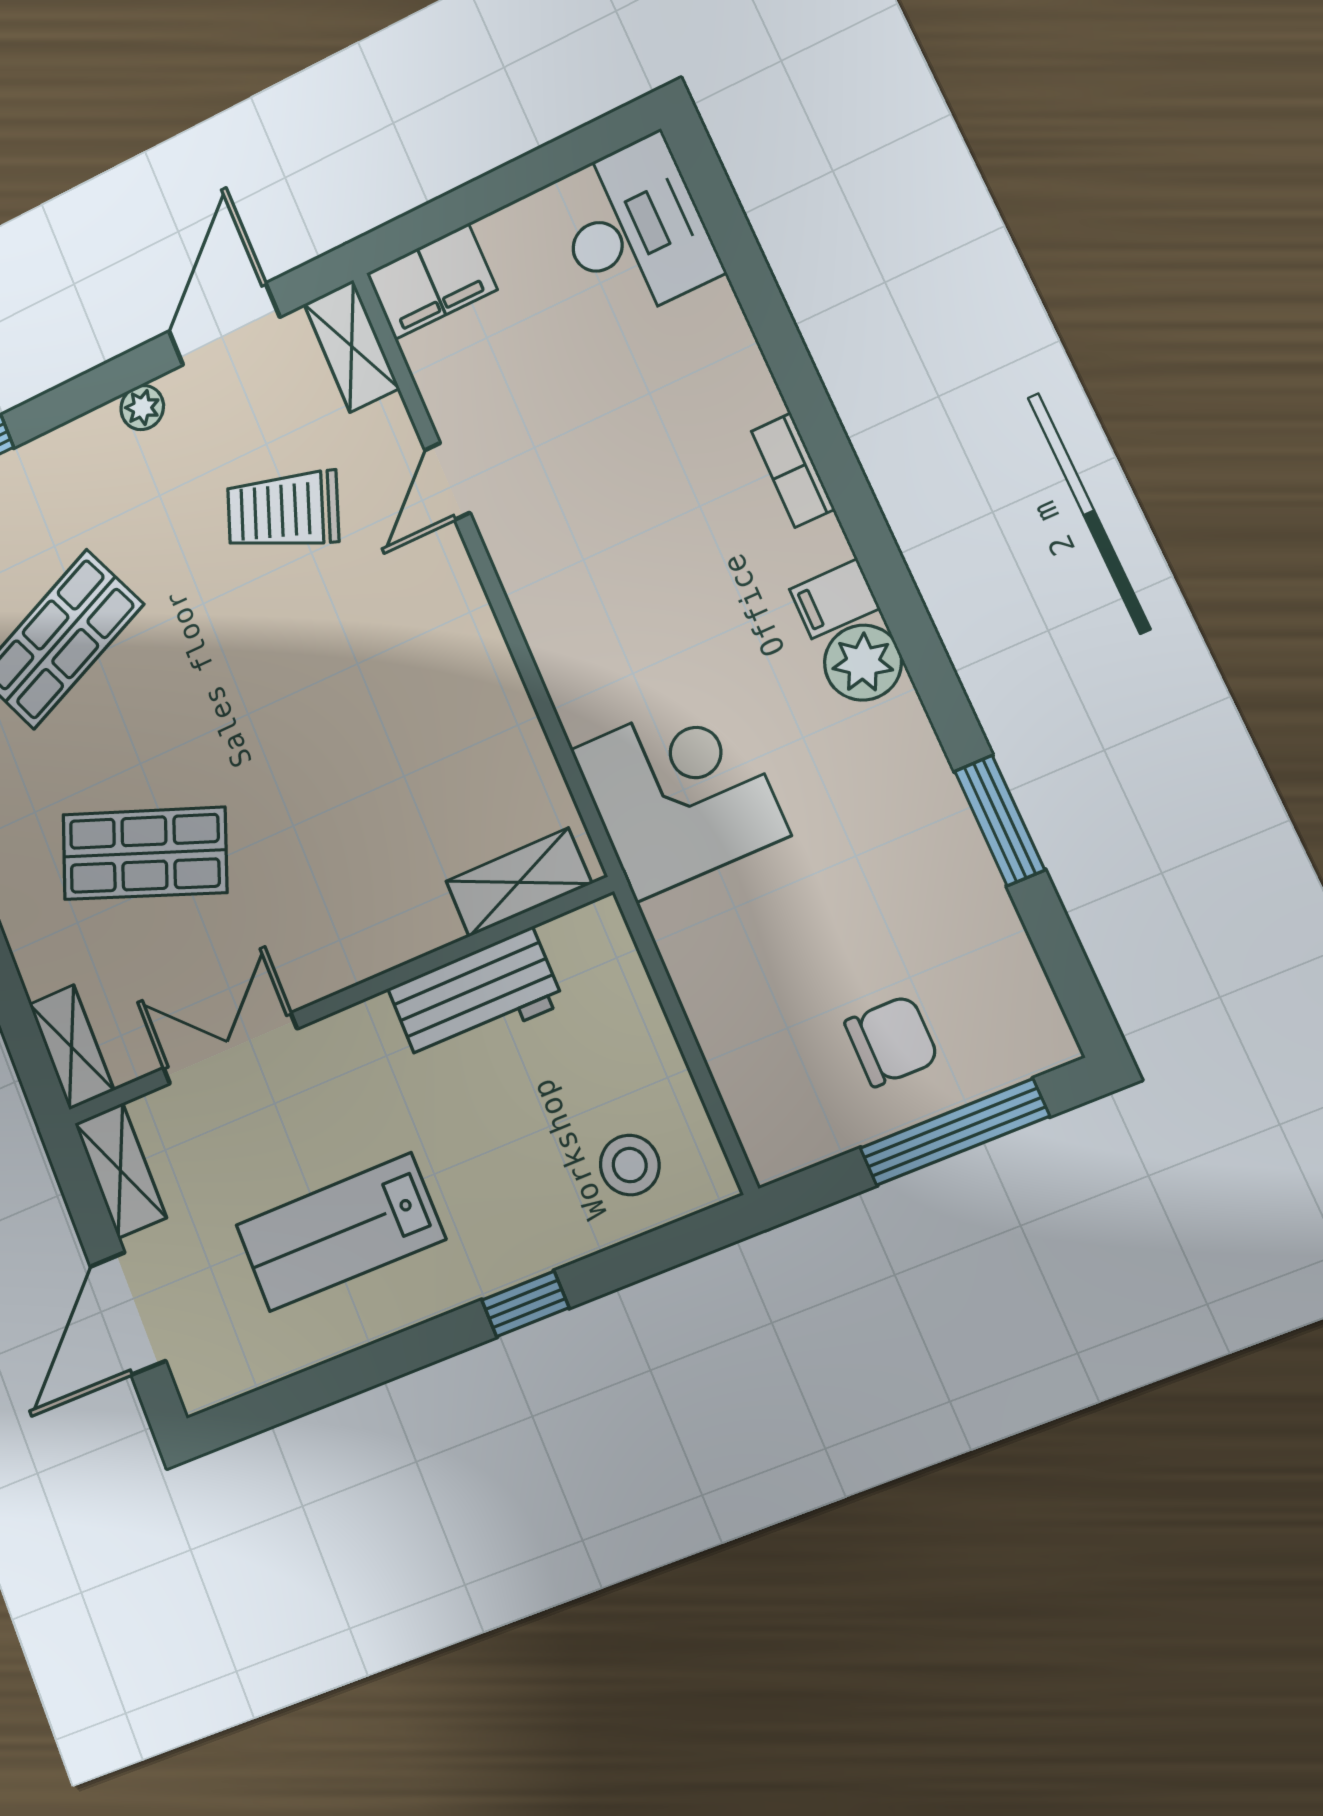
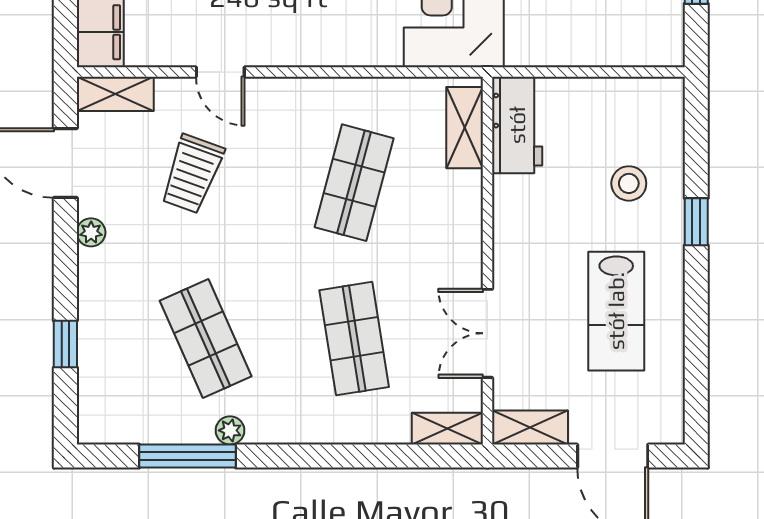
shop shelf: (368, 752) -> (354, 183), added
shop shelf: (144, 853) -> (354, 339), turned -30
workbench: (475, 996) -> (517, 125), moved
stool: (630, 1165) -> (629, 183), moved

